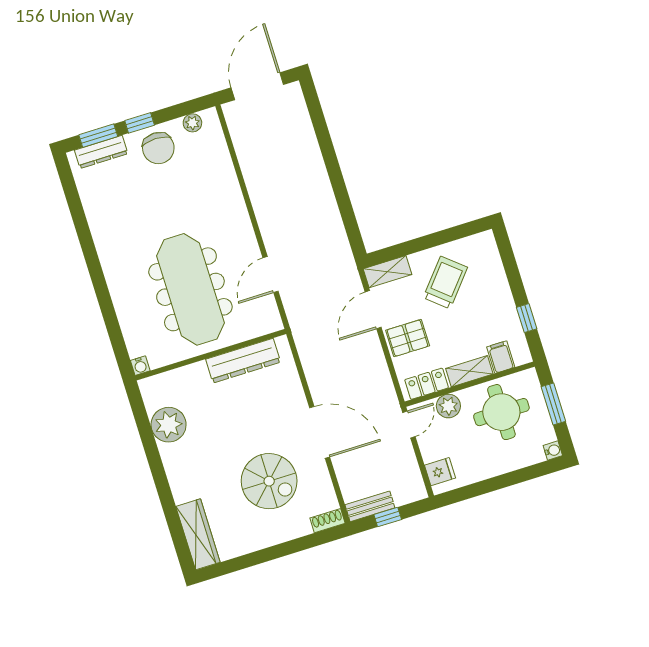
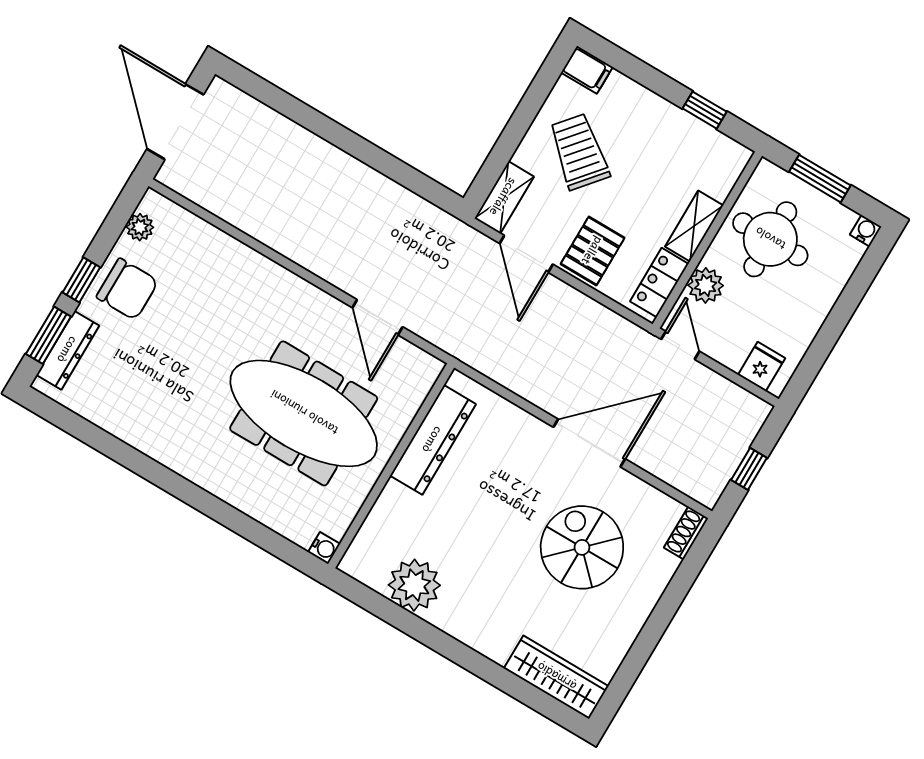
filing cabinet: (501, 357) -> (587, 70), moved, turned 180
spiral stairs: (269, 481) -> (582, 547), turned -90
bench: (370, 506) -> (719, 475), removed

